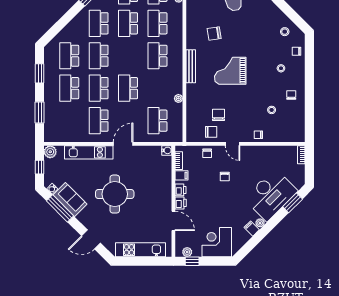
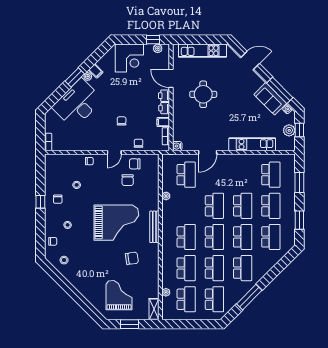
school desk: (128, 56) -> (214, 237), added
grand piano: (230, 71) -> (116, 223), width x1.37, depth x1.48
window: (309, 92) -> (40, 202), added
school desk: (99, 121) -> (271, 175), moved
door: (123, 144) -> (208, 152), moved
door: (233, 144) -> (114, 152), swing flipped
plant: (50, 152) -> (289, 130), moved
round table: (115, 194) -> (203, 94), moved, width x0.73, depth x0.73
window: (293, 203) -> (75, 78), moved

